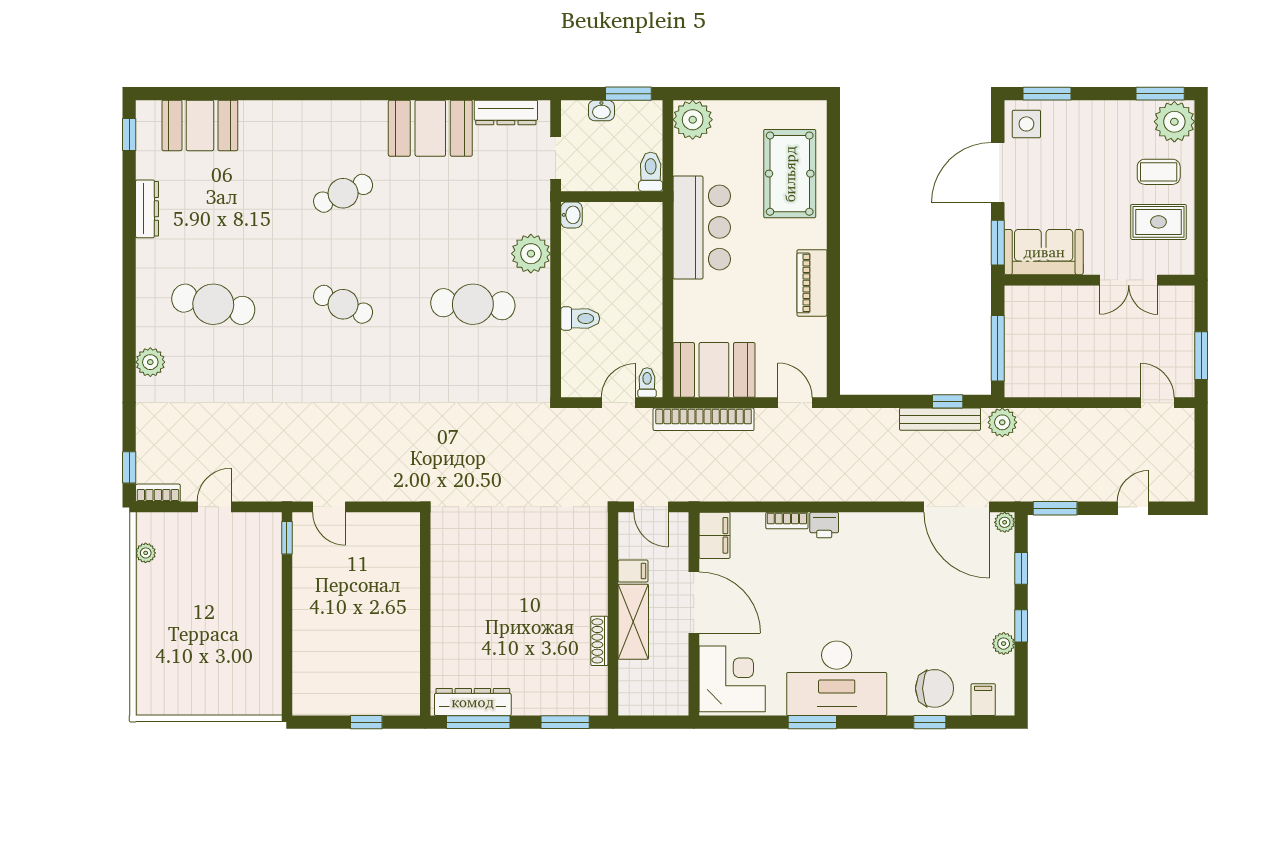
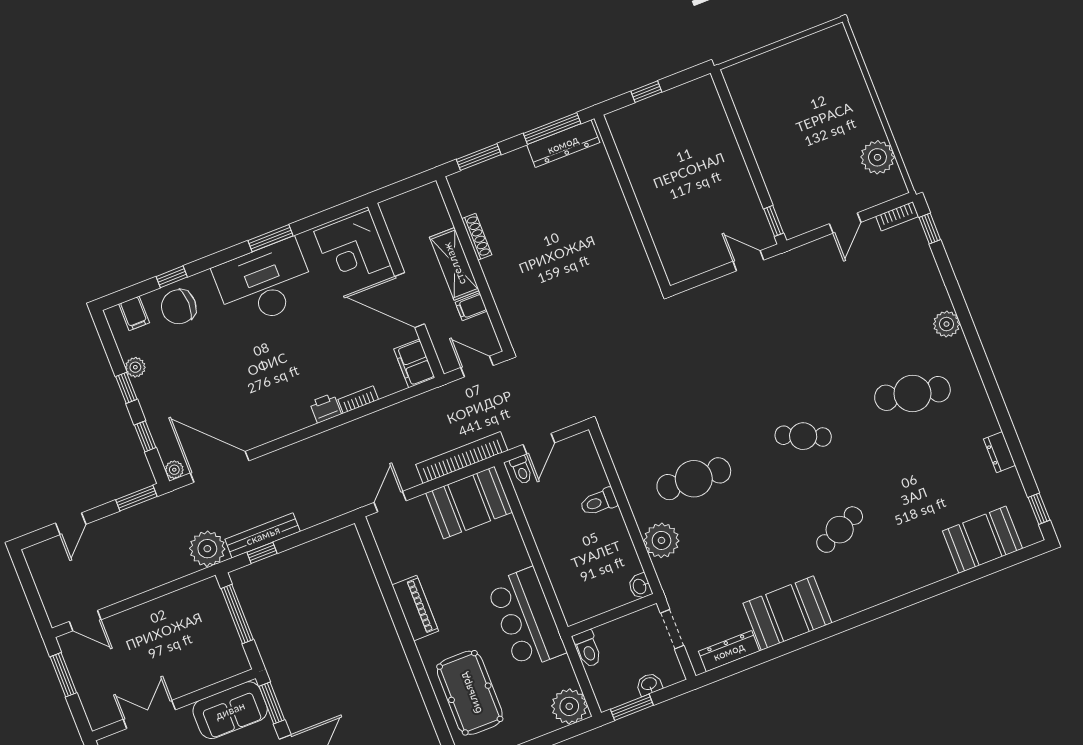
dresser: (147, 209) -> (1000, 452), width x0.70
door: (795, 403) -> (390, 502), swing flipped
plant: (1002, 422) -> (207, 549), width x1.36, depth x1.36
plant: (146, 553) -> (877, 157), width x1.88, depth x1.88

